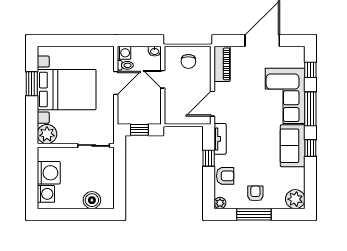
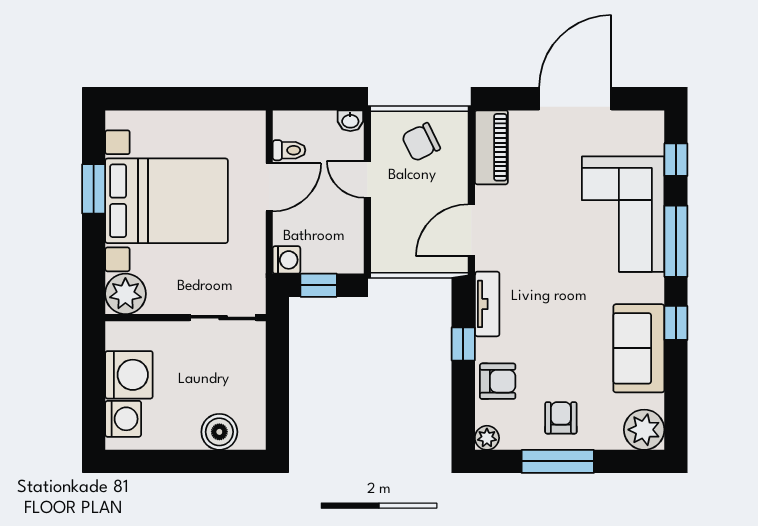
washing machine: (124, 53) -> (286, 260), moved
chair: (188, 61) -> (421, 142), turned 64
sofa: (293, 146) -> (639, 348), moved

